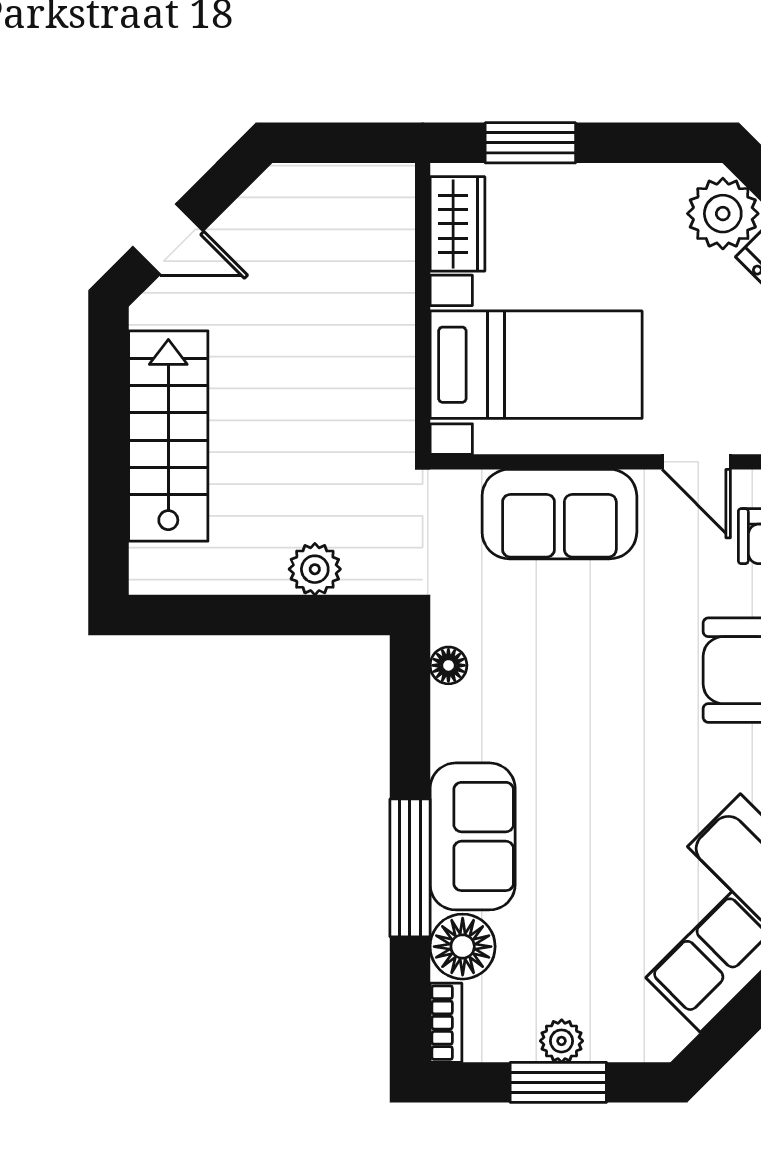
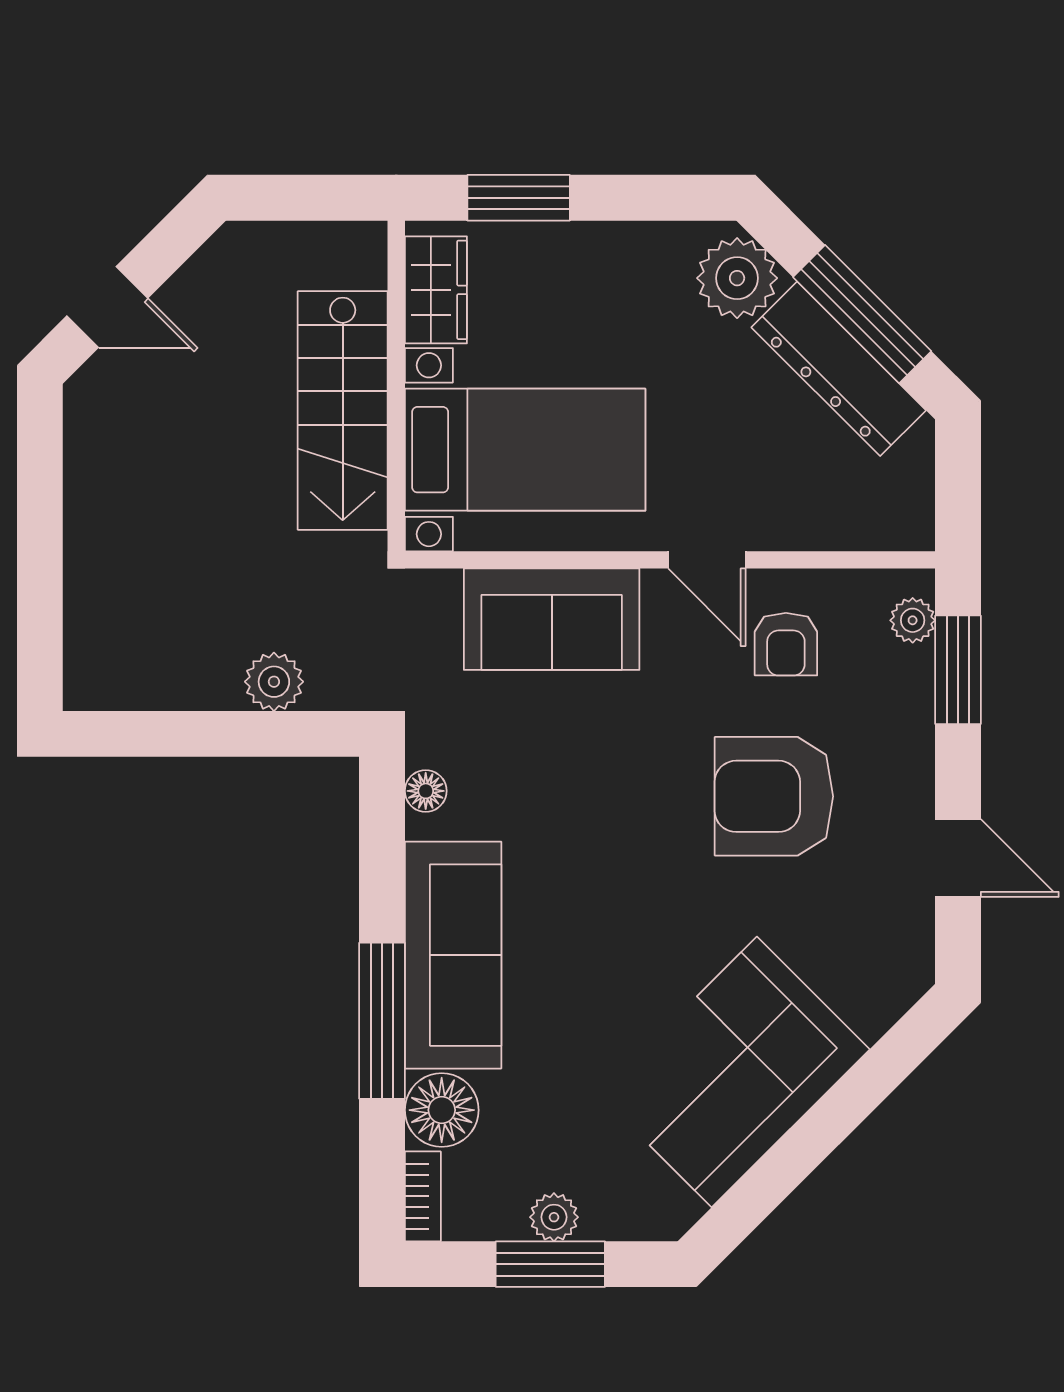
stairs: (168, 436) -> (343, 410), moved, turned 180
sofa: (473, 836) -> (453, 955), width x1.36

